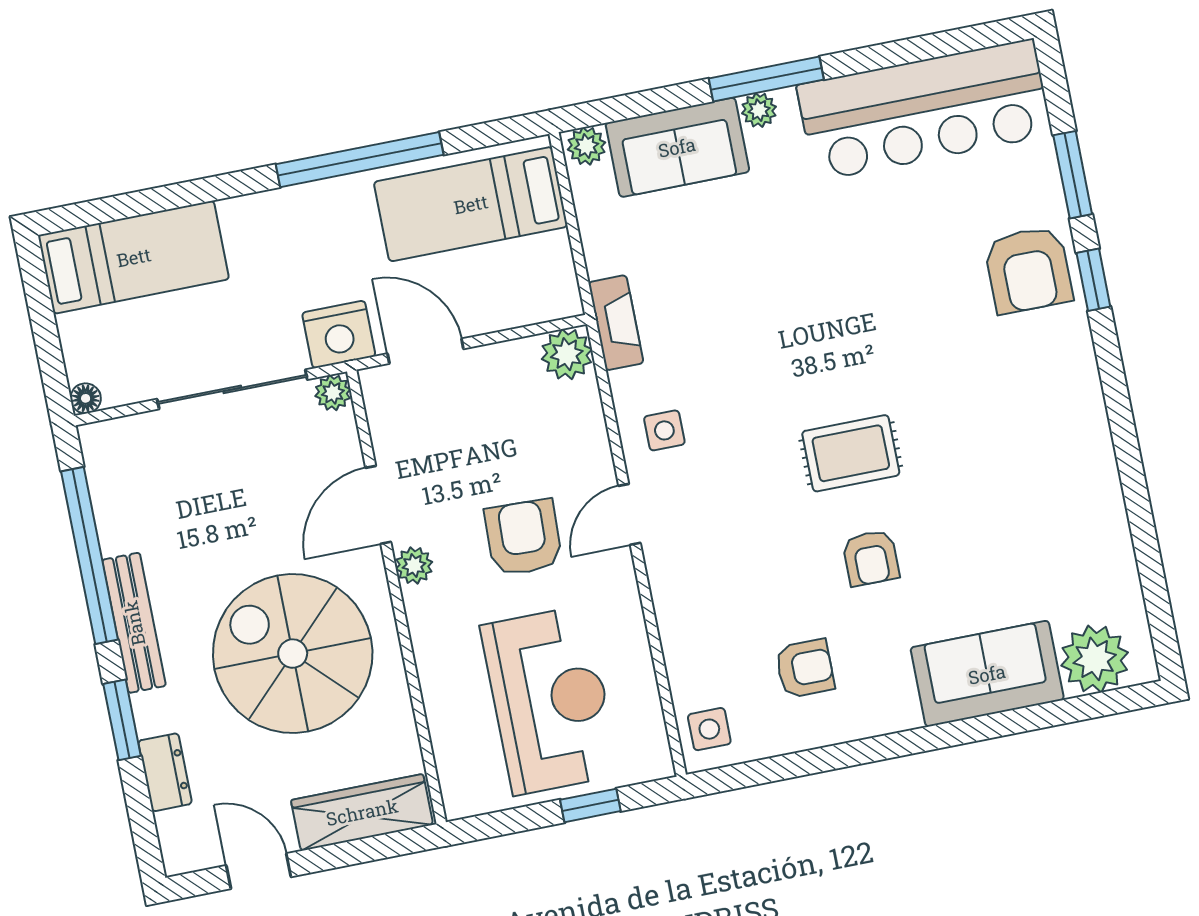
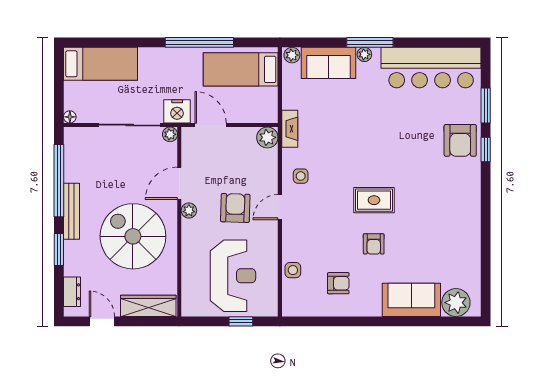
side table: (709, 729) -> (293, 270), moved
dresser: (165, 772) -> (72, 292), moved

